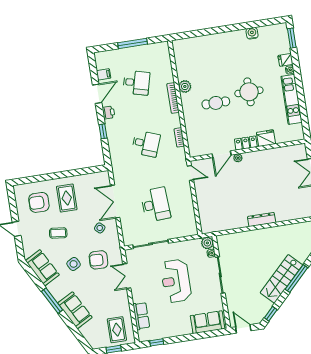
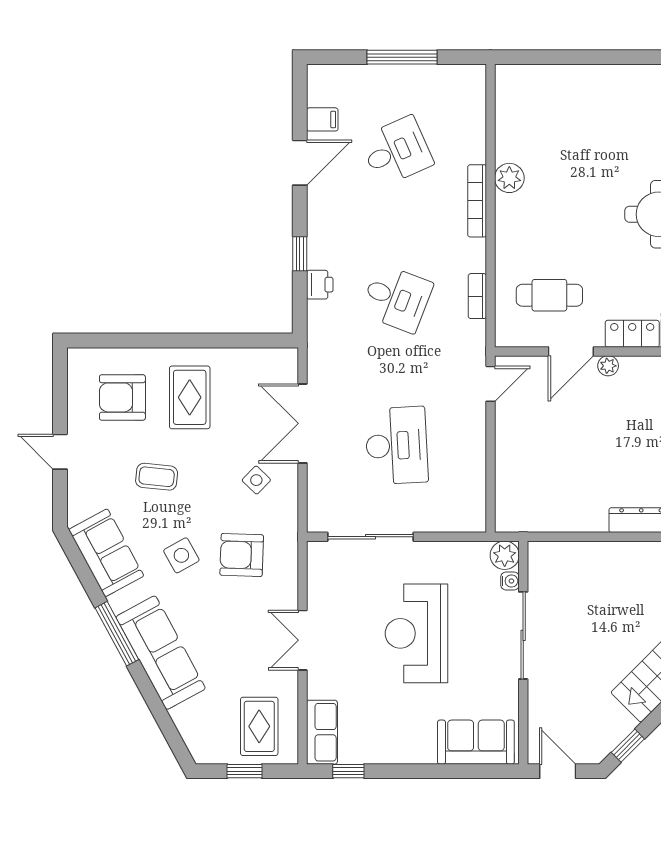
desk: (136, 83) -> (396, 151), turned -39
cafe table: (216, 103) -> (549, 295), moved
printer: (109, 113) -> (320, 285), moved
door: (190, 173) -> (490, 384), hinge flipped
double door: (127, 276) -> (302, 640), moved
sofa: (75, 310) -> (161, 653), width x1.36
row of seats: (141, 316) -> (322, 732), moved

